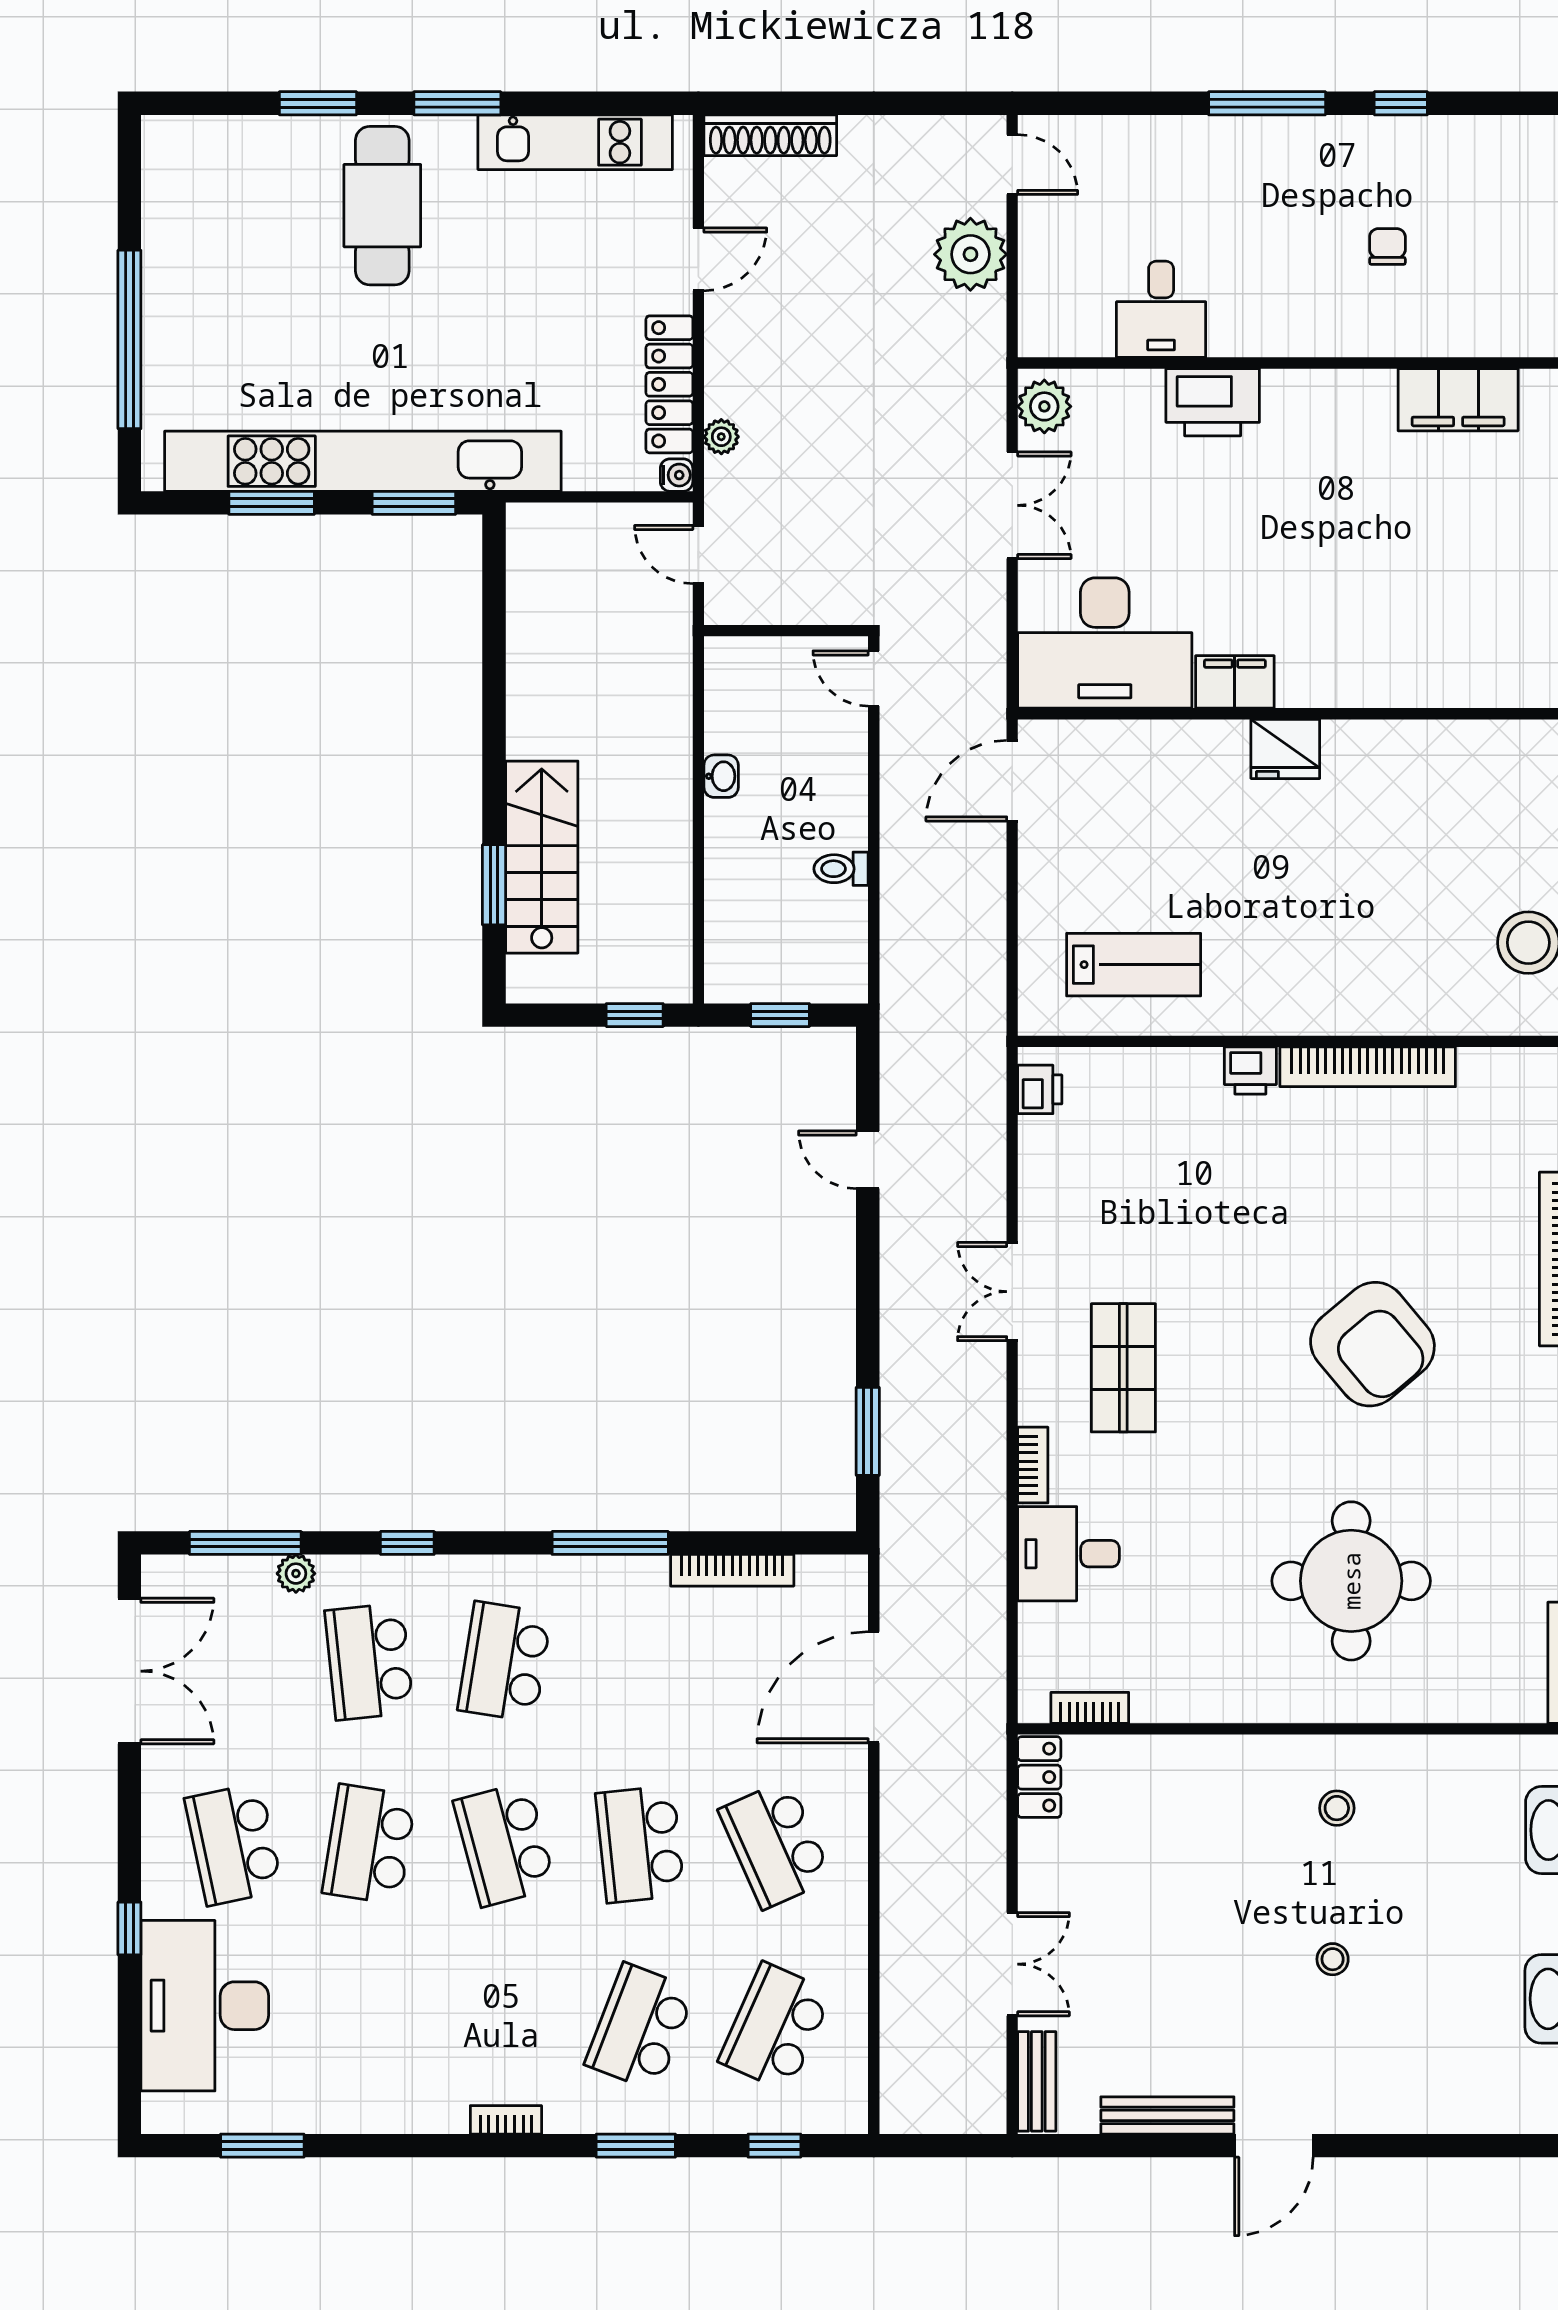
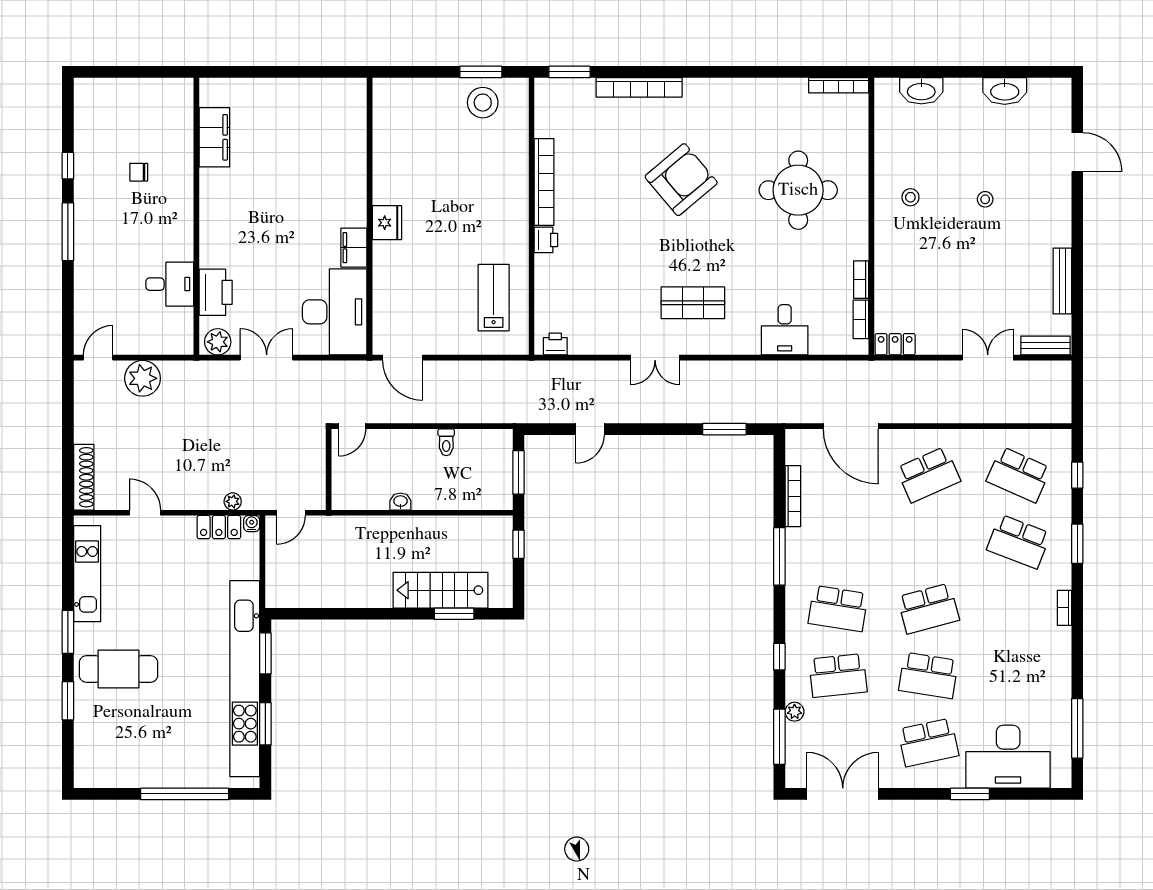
locker: (669, 384) -> (219, 527), width x0.66
printer: (1213, 402) -> (216, 292), moved
window: (780, 1015) -> (519, 472), width x1.50
bookcase: (1033, 1465) -> (861, 280), moved, turned -90
school desk: (640, 1844) -> (928, 542), removed
window: (129, 1928) -> (970, 794), width x1.50
window: (262, 2146) -> (1077, 728), width x1.44
door: (1274, 2146) -> (1077, 152), moved

